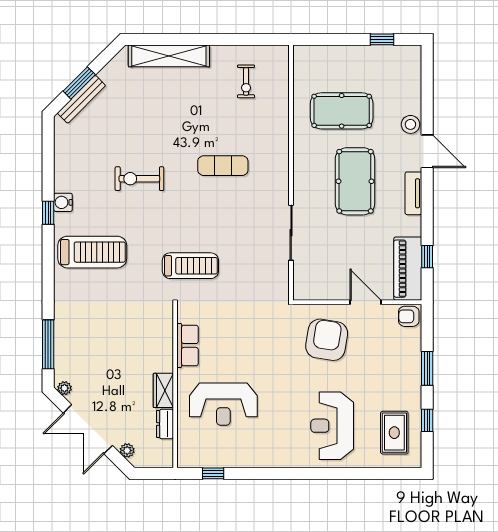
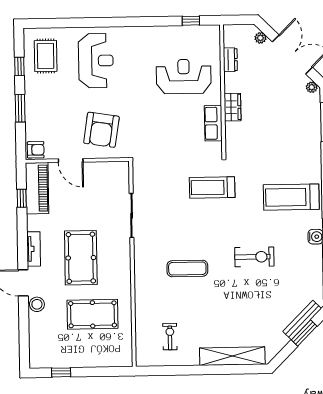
wardrobe: (163, 390) -> (233, 107), moved

